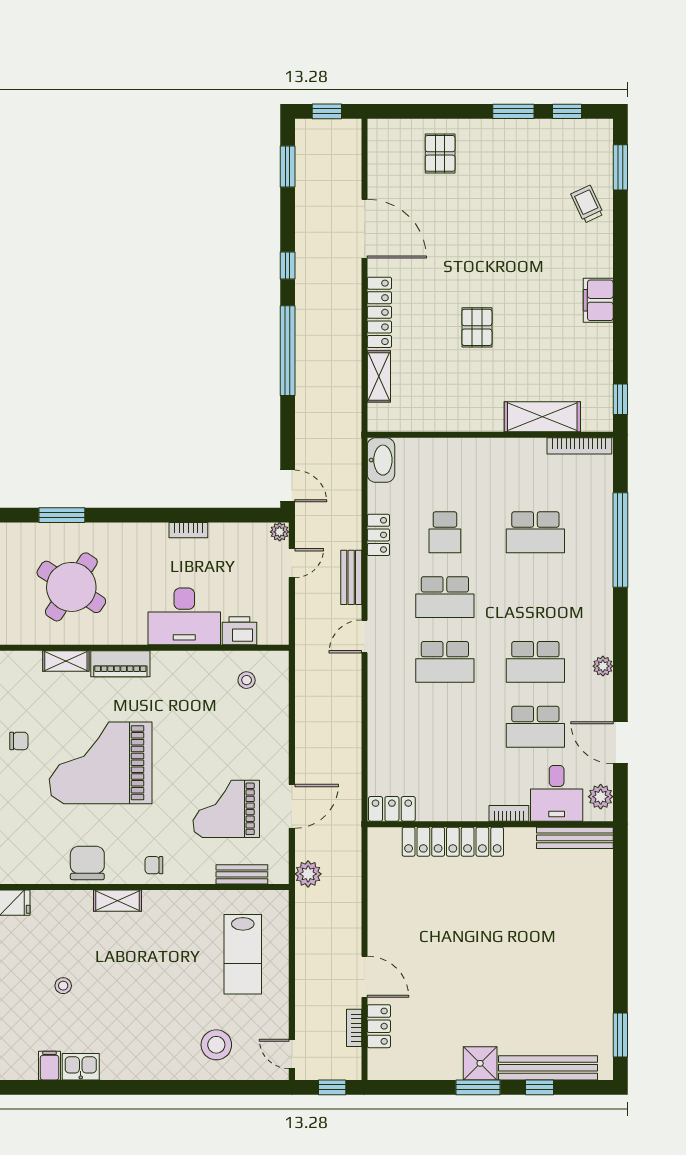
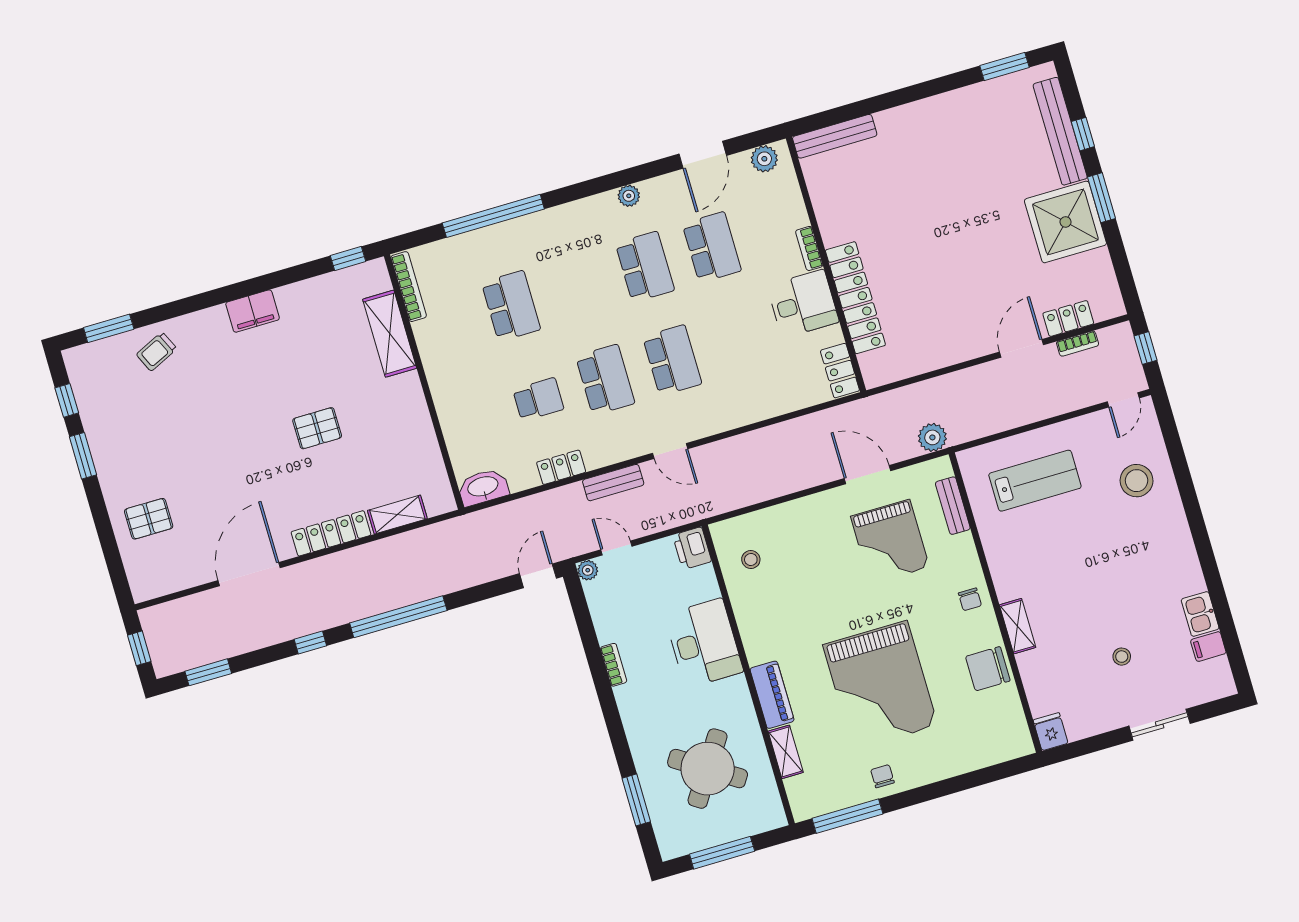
printer: (239, 631) -> (692, 548), moved
desk: (557, 793) -> (803, 304), moved
bench: (575, 838) -> (835, 136), moved, turned 90
shower: (480, 1063) -> (1065, 222), width x1.86, depth x1.86

